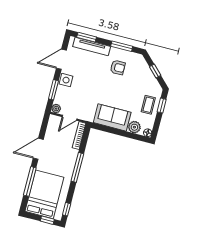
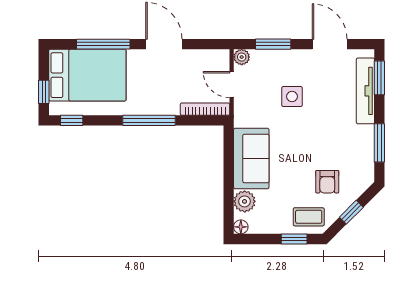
armchair: (118, 67) -> (327, 182), moved
side table: (66, 80) -> (292, 96), moved
coffee table: (148, 105) -> (309, 217), moved

